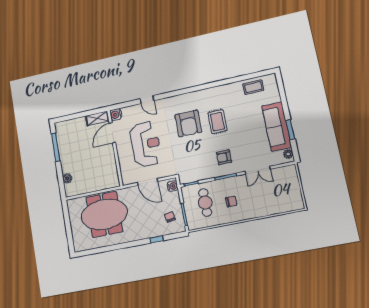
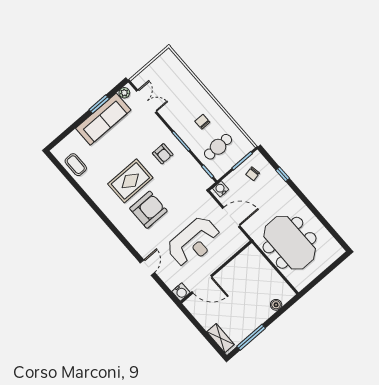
shelving: (97, 118) -> (221, 338), moved
rug: (217, 122) -> (130, 181), width x1.36, depth x1.43
reception desk: (146, 144) -> (194, 242), turned 180
double door: (258, 170) -> (147, 101), moved
door: (148, 182) -> (231, 217), hinge flipped

